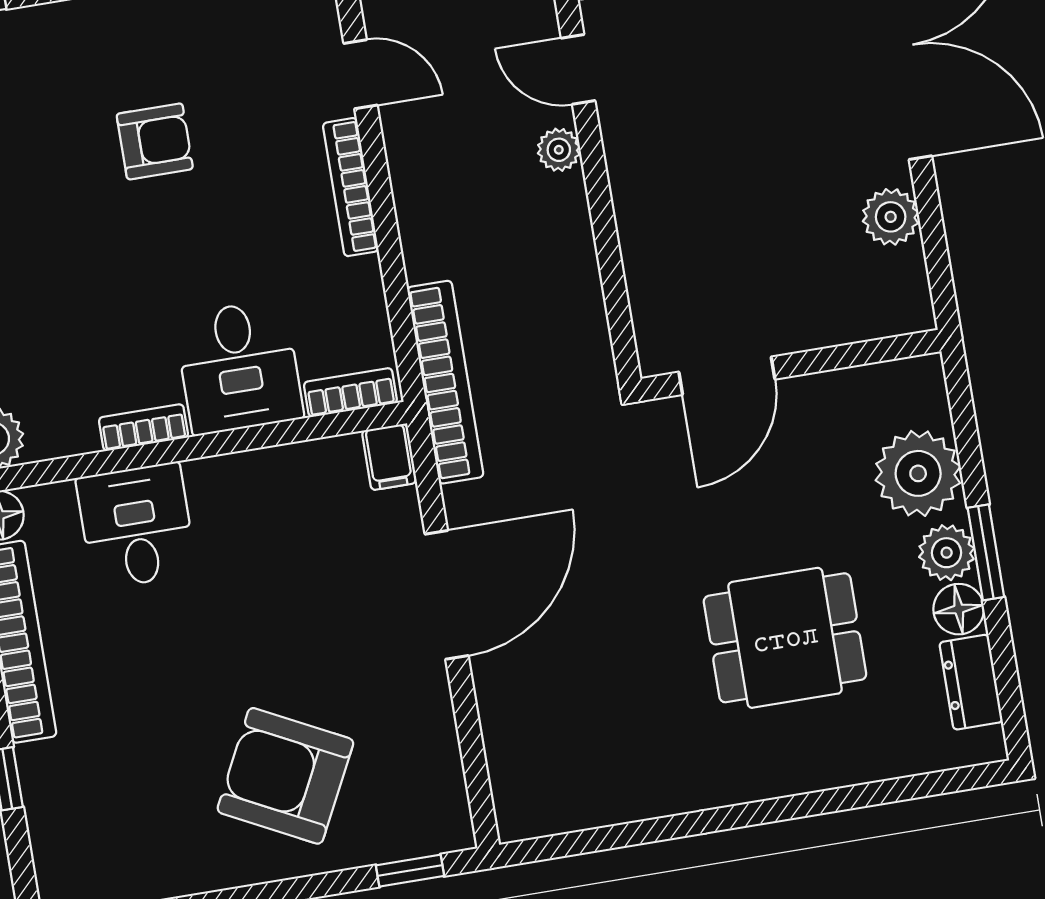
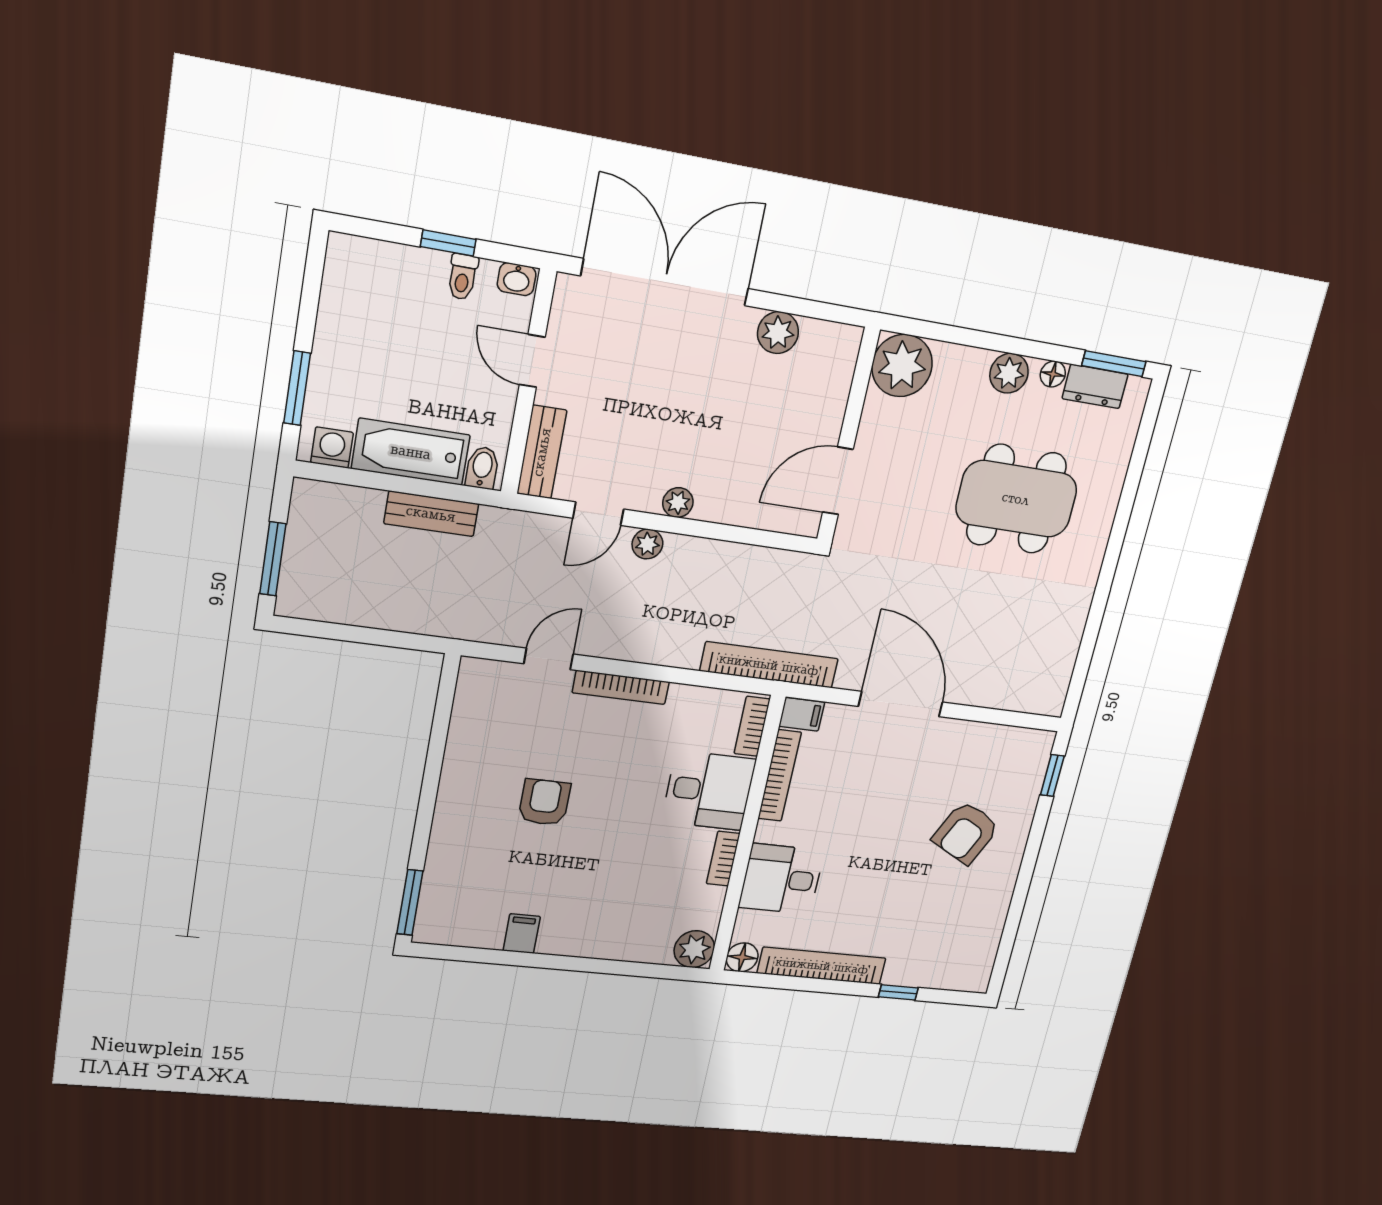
plant: (627, 170) -> (678, 503), added
door: (727, 376) -> (838, 481), swing flipped
bookcase: (291, 461) -> (780, 776), added
plant: (918, 473) -> (902, 366), moved
window: (986, 552) -> (1114, 364), moved
floor lamp: (959, 609) -> (1053, 374), width x0.73, depth x0.73
dining table: (785, 638) -> (1016, 499), width x1.38
armchair: (285, 776) -> (966, 833), width x0.73, depth x0.73

